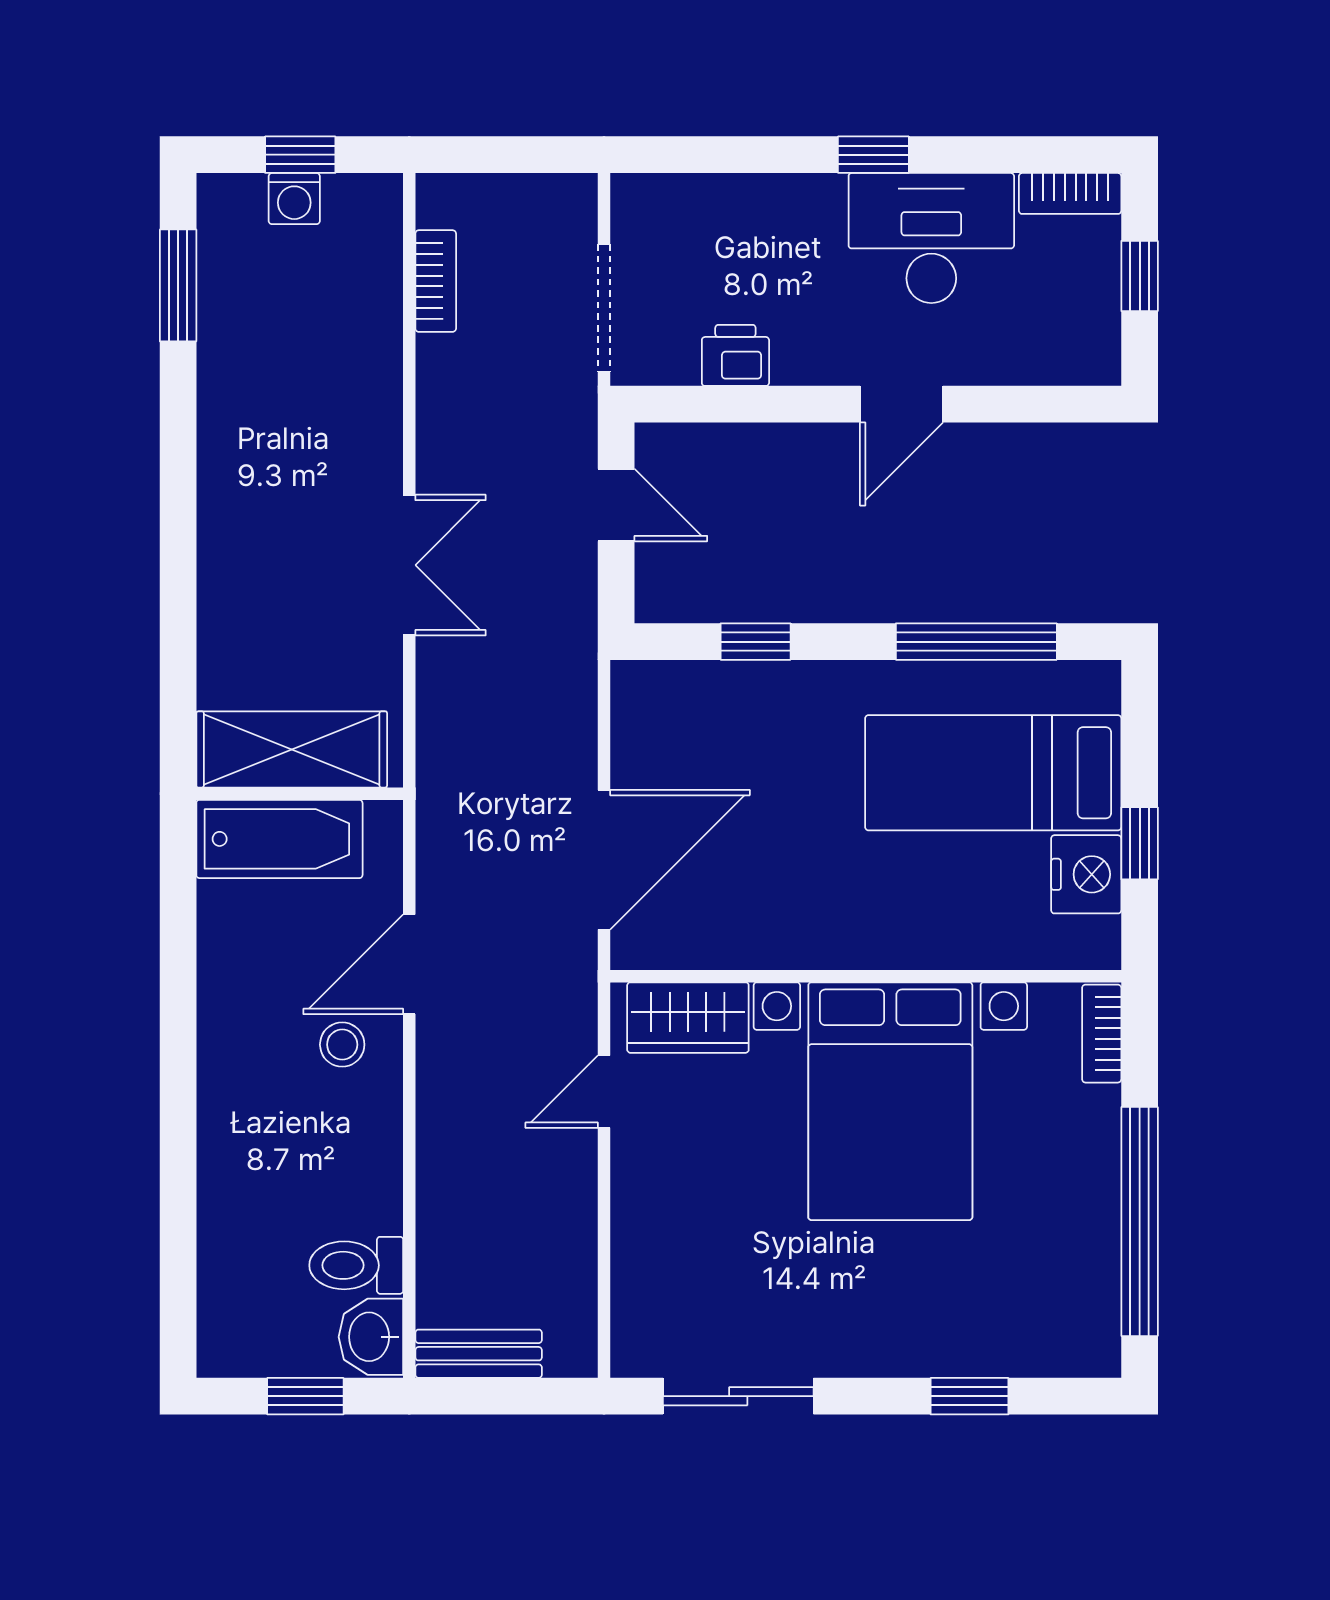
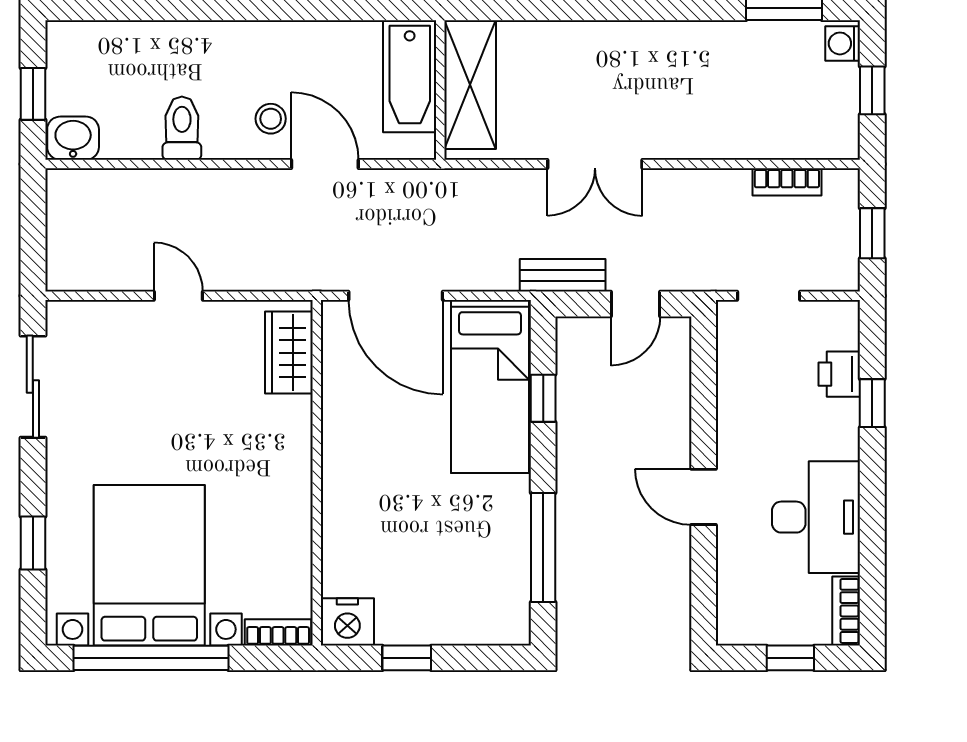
window: (512, 155) -> (872, 233), added
window: (873, 155) -> (872, 403), moved
washing machine: (294, 199) -> (843, 43), moved
doorway: (604, 308) -> (769, 296), width x0.73
printer: (735, 355) -> (839, 374), moved, turned 180
bed: (993, 773) -> (490, 386), moved, turned 180
nightstand: (1086, 874) -> (347, 622), moved
door: (604, 1092) -> (178, 296), moved
bed with nightstands: (890, 1101) -> (149, 565), moved, turned 90
toilet: (356, 1265) -> (182, 128), moved
bench: (479, 1354) -> (563, 275), moved, turned 90

